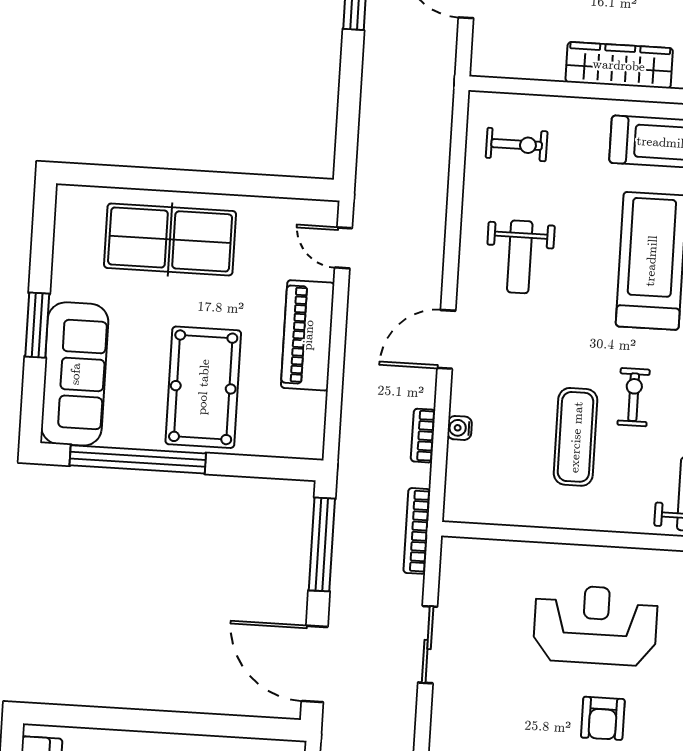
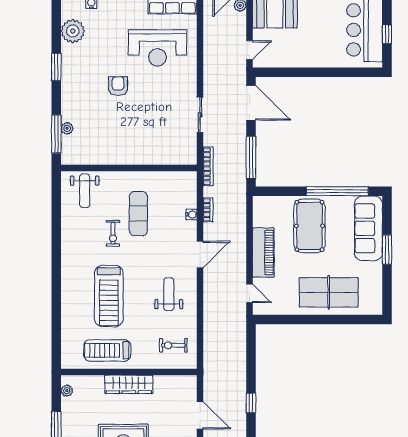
reception desk: (595, 625) -> (124, 128), removed

